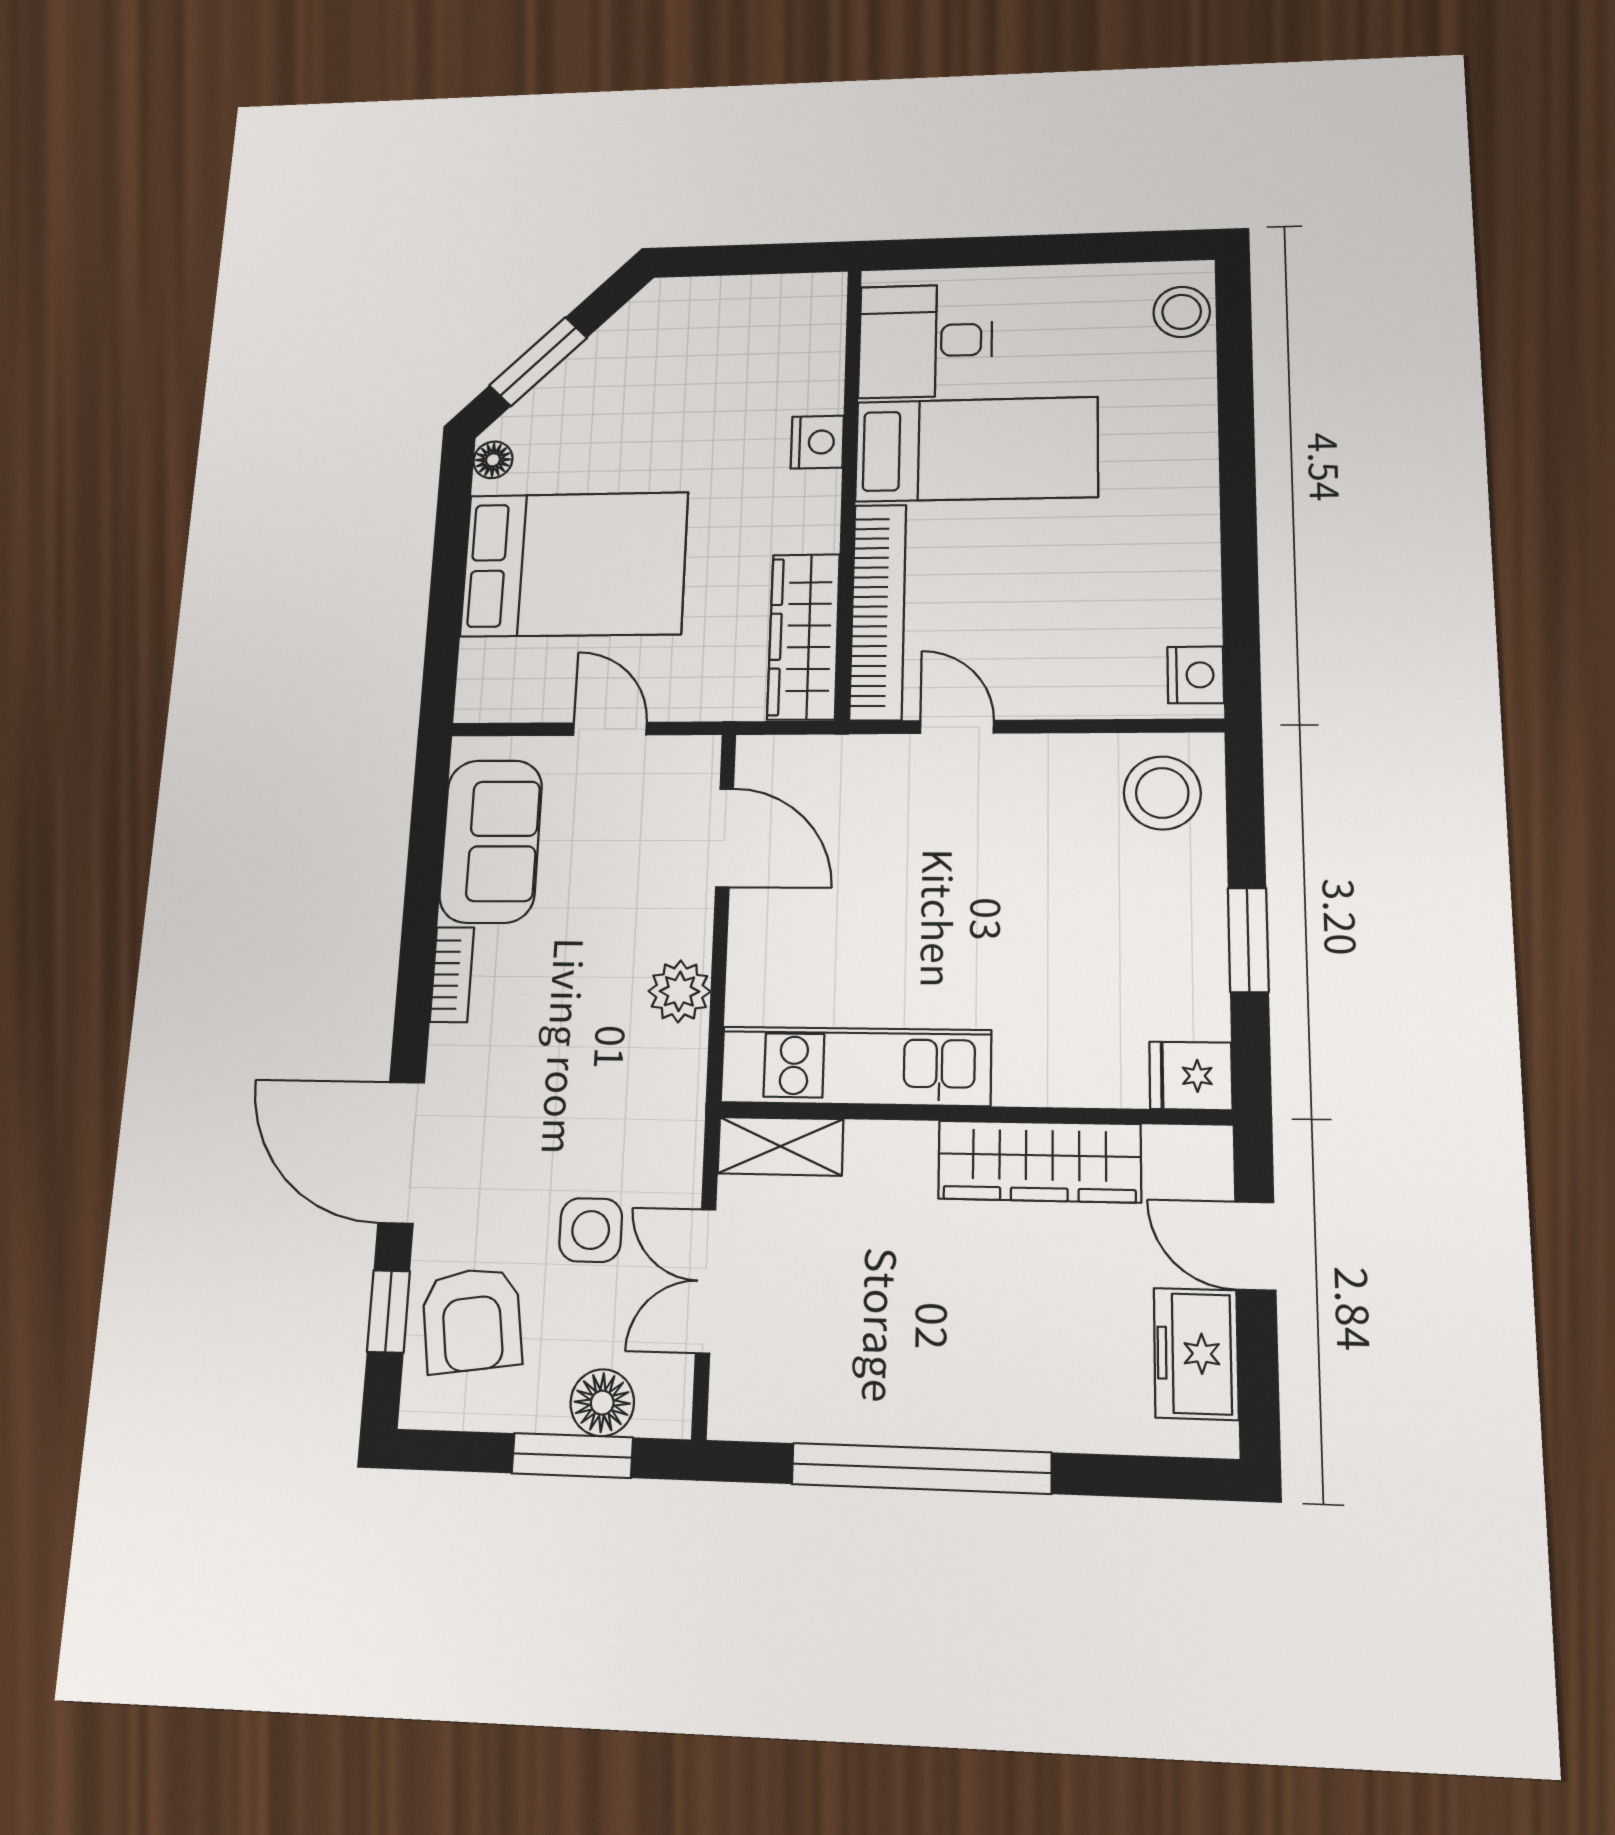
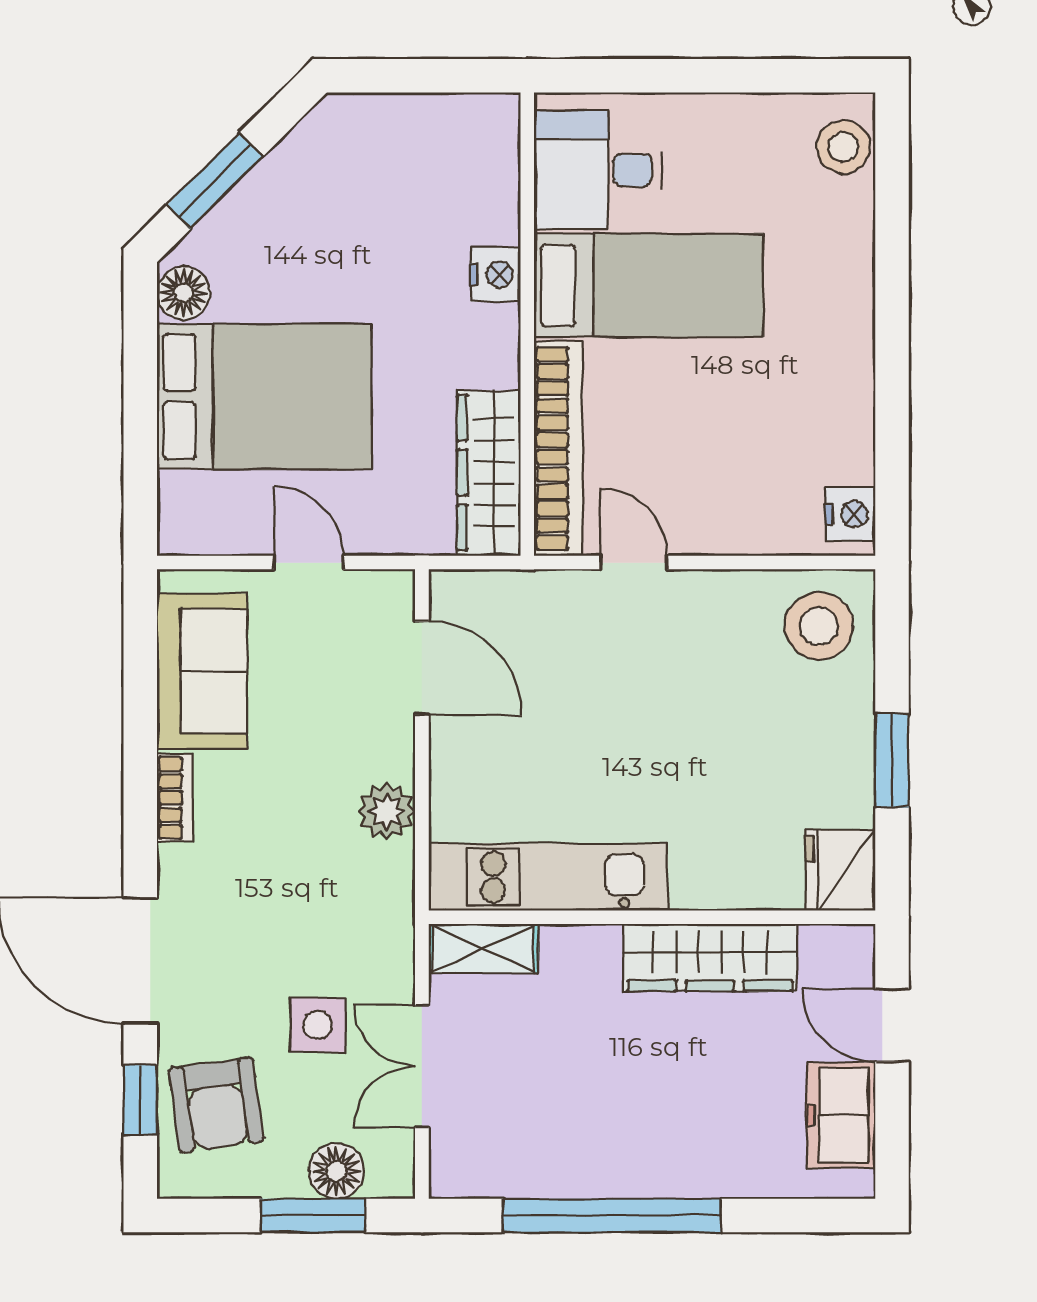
floor lamp: (493, 460) -> (184, 293), width x1.37, depth x1.37
fridge: (1191, 1076) -> (840, 870), width x1.38

